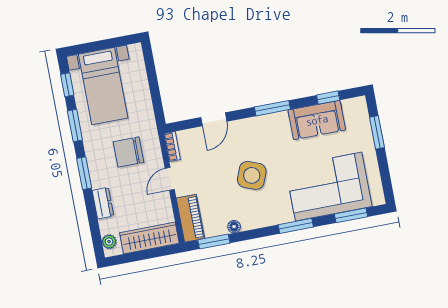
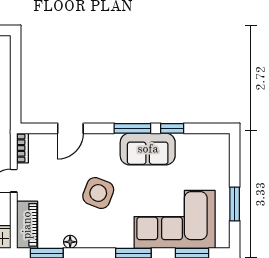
window: (328, 98) -> (172, 128), moved
sofa: (317, 120) -> (148, 149), moved
window: (377, 132) -> (235, 204), moved

